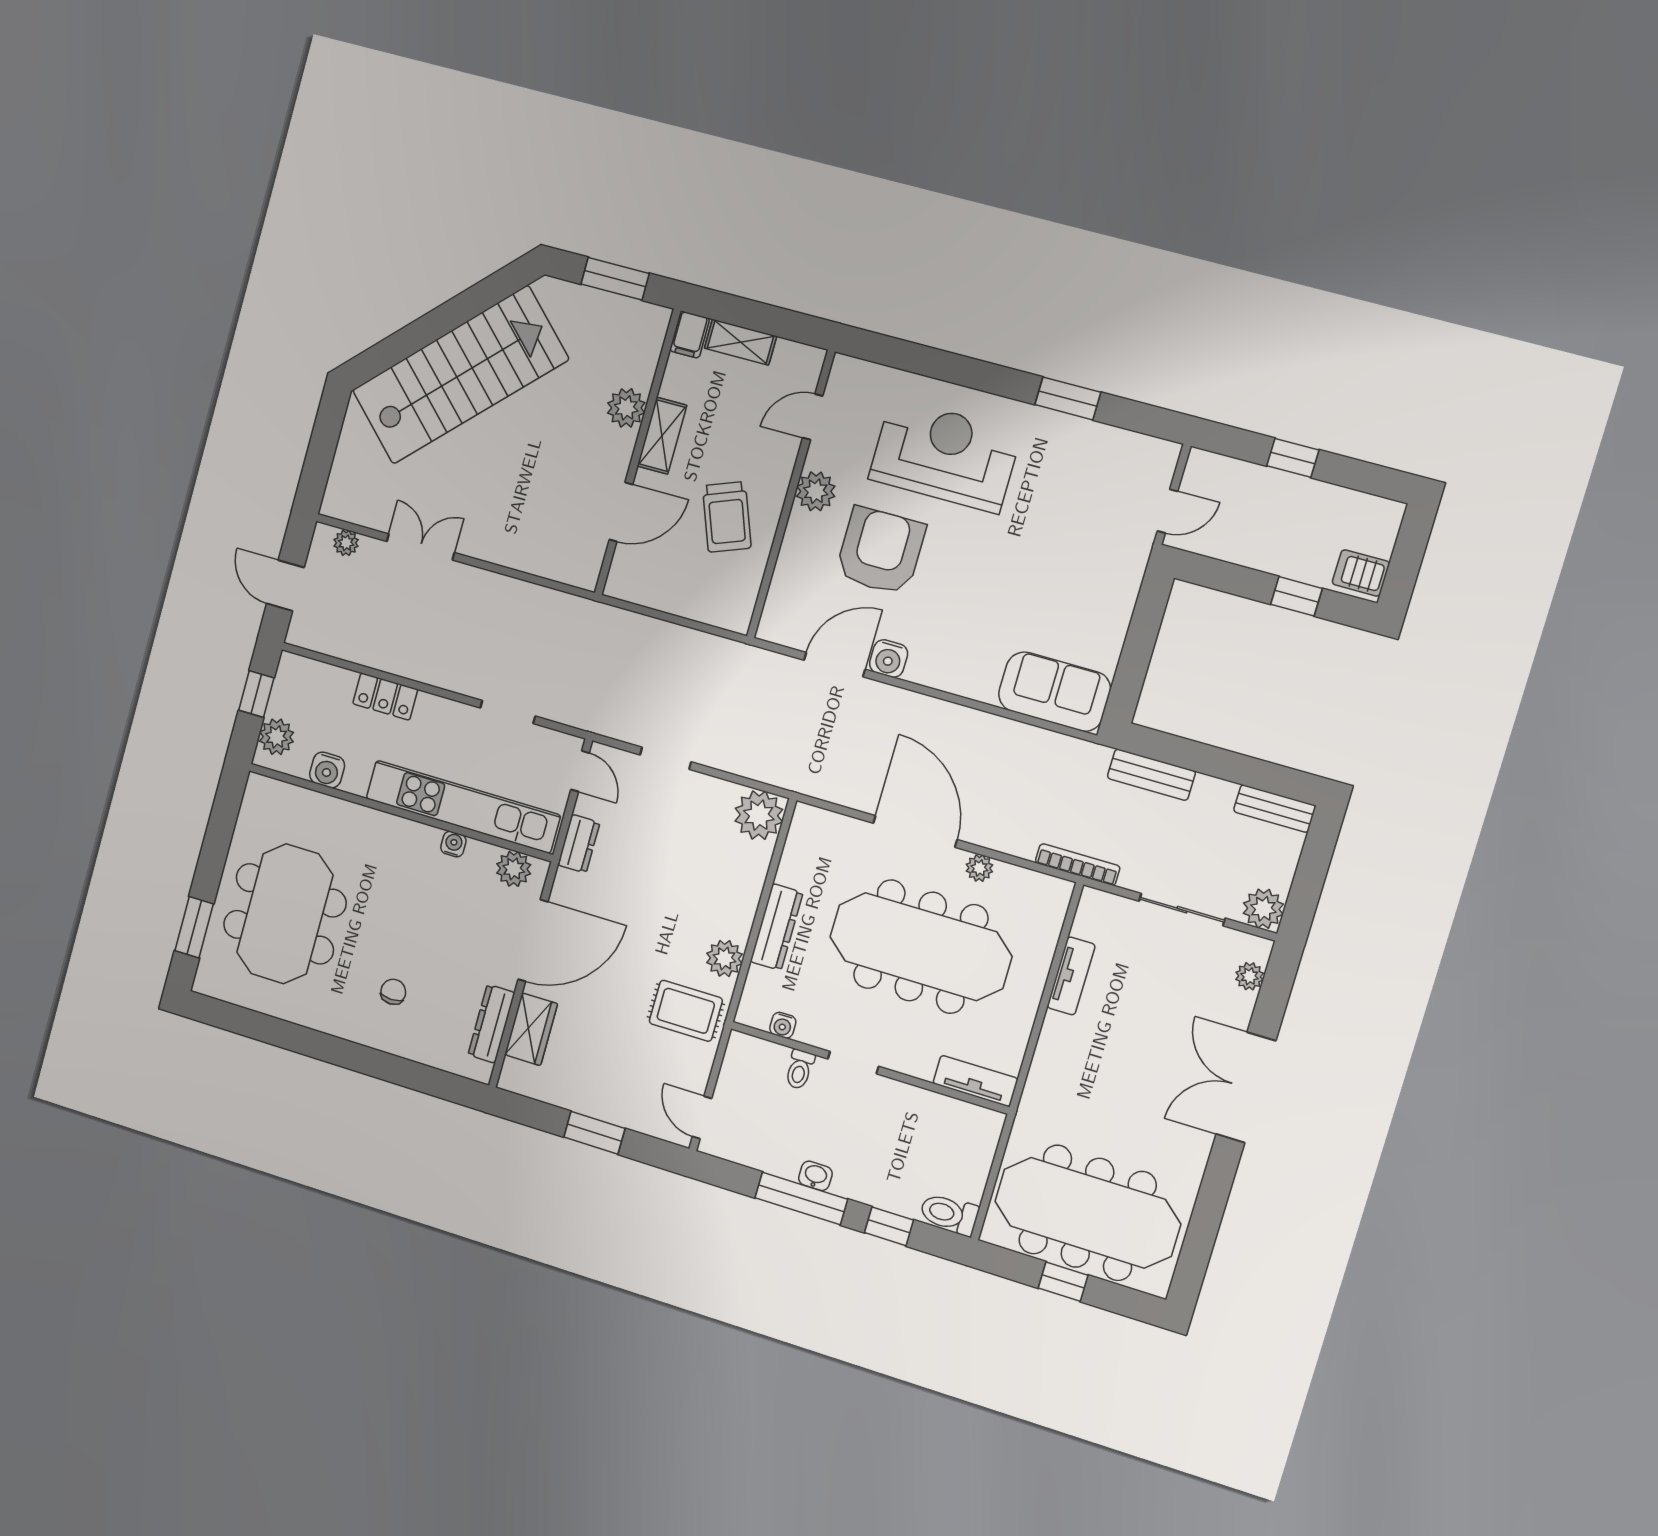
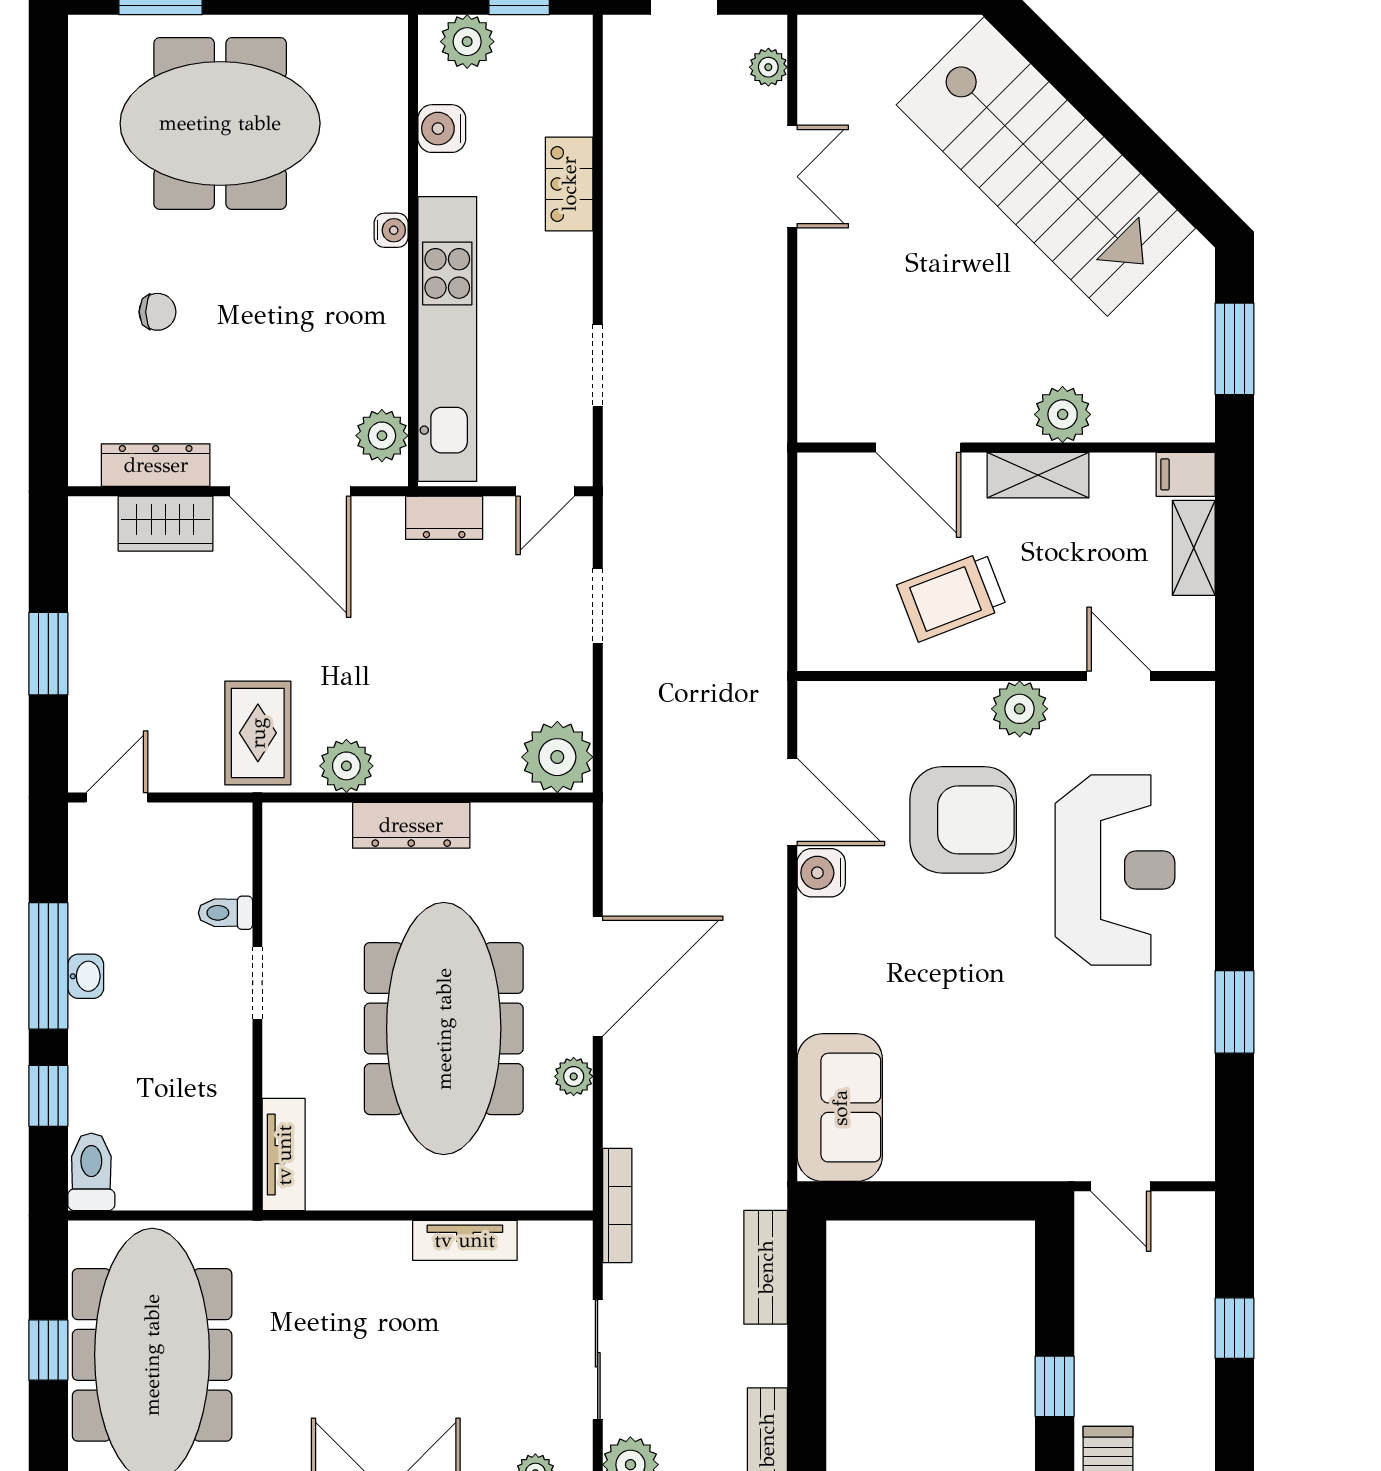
water cooler: (453, 844) -> (391, 230), moved
water cooler: (783, 1025) -> (279, 872), removed

